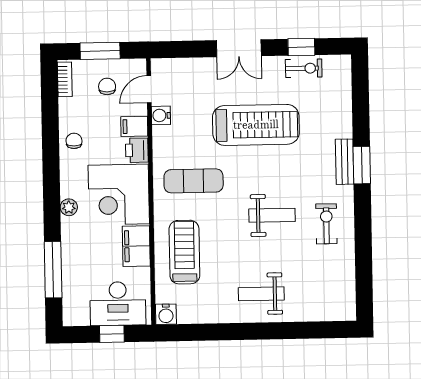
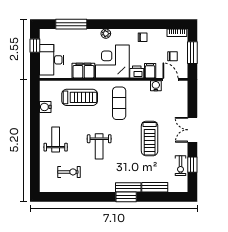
bench: (343, 114) -> (155, 187), added
treadmill: (256, 125) -> (150, 138), width x0.73, depth x0.73
exercise bike: (326, 224) -> (69, 172), moved
water cooler: (166, 314) -> (45, 107), moved
window: (112, 334) -> (35, 46), moved

